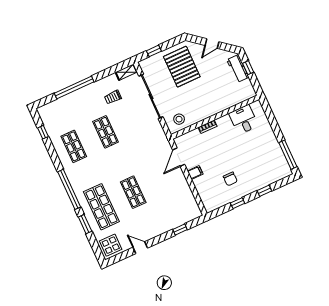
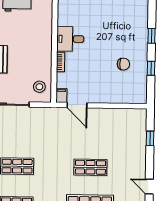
desk: (244, 120) -> (70, 39), moved
filing cabinet: (195, 173) -> (61, 95), moved
door: (140, 248) -> (149, 187), hinge flipped

